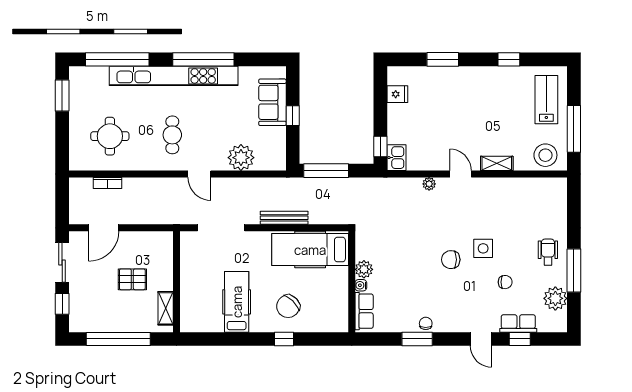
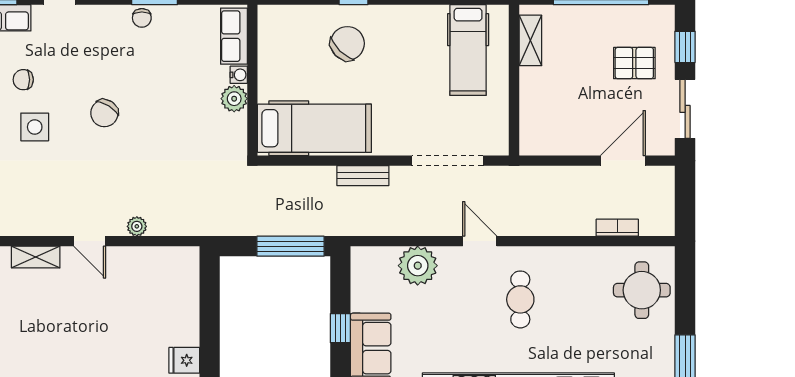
round table: (110, 136) -> (642, 290), moved
window: (380, 147) -> (210, 282), removed
kitchen sink: (396, 158) -> (185, 266), removed
bench: (284, 218) -> (363, 176), width x0.73
side table: (483, 248) -> (35, 127), moved
chair: (451, 260) -> (104, 113), turned 122
pallet: (132, 279) -> (634, 63), moved
hospital bed: (237, 302) -> (468, 50), moved

